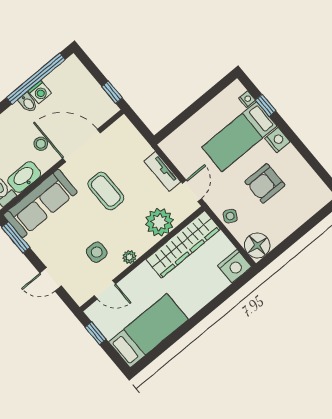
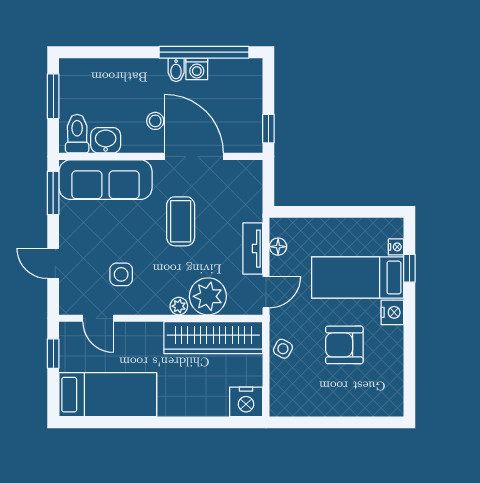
washbasin: (24, 177) -> (106, 140), width x0.72
floor lamp: (257, 245) -> (278, 247), moved, width x0.53, depth x0.53
plant: (129, 257) -> (179, 306), moved

